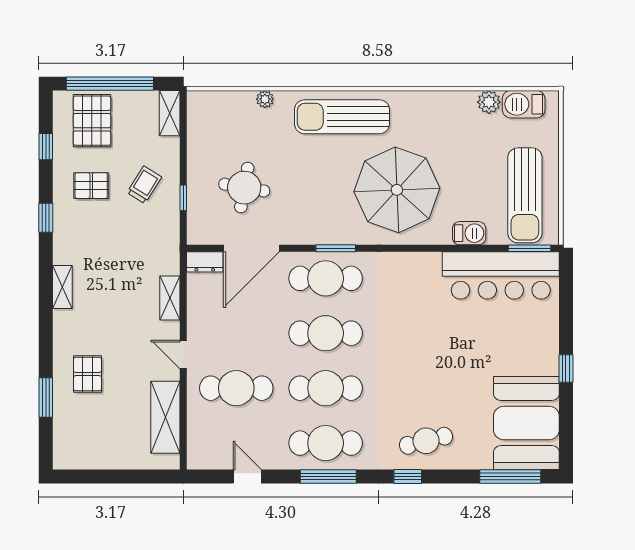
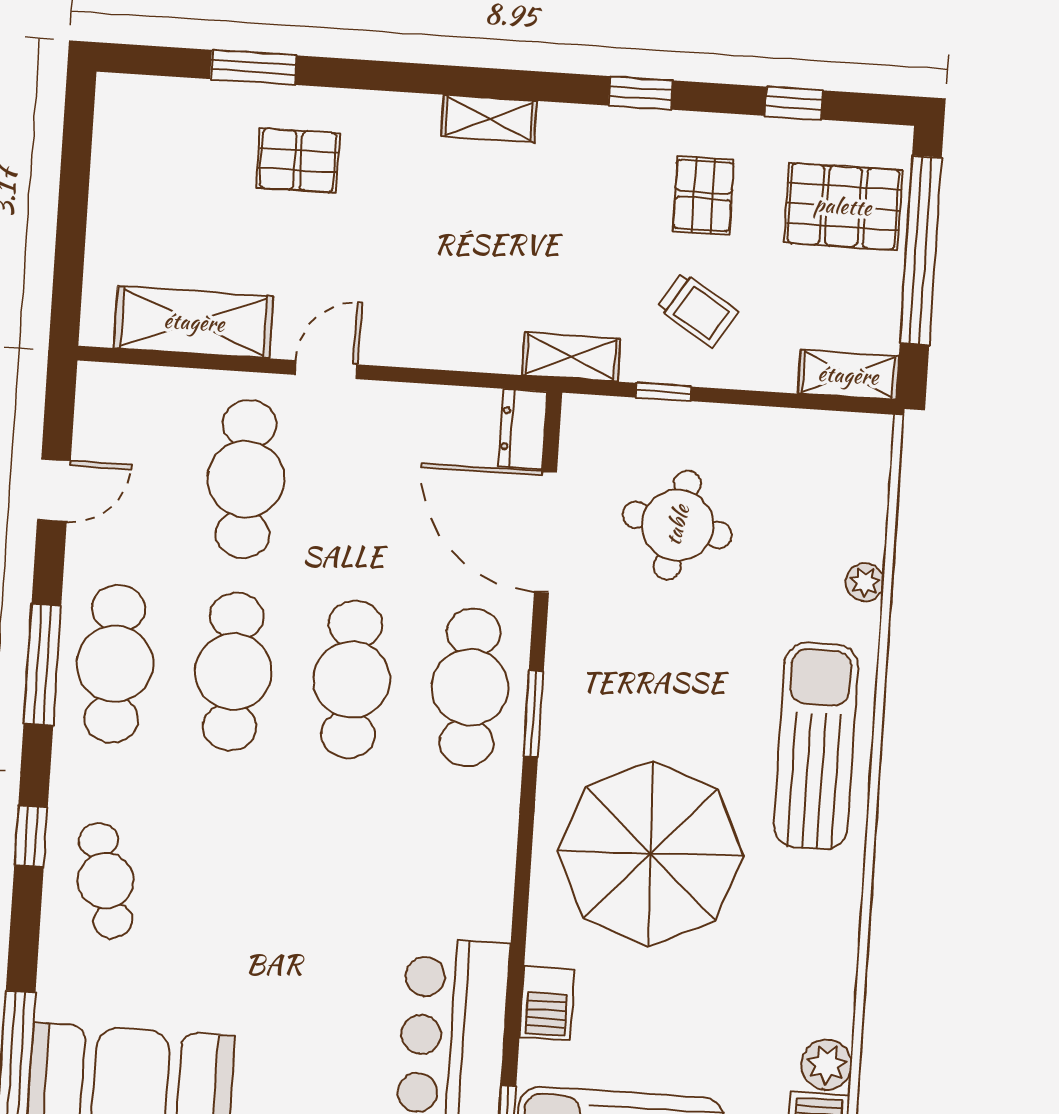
shelving: (170, 298) -> (571, 357), moved

